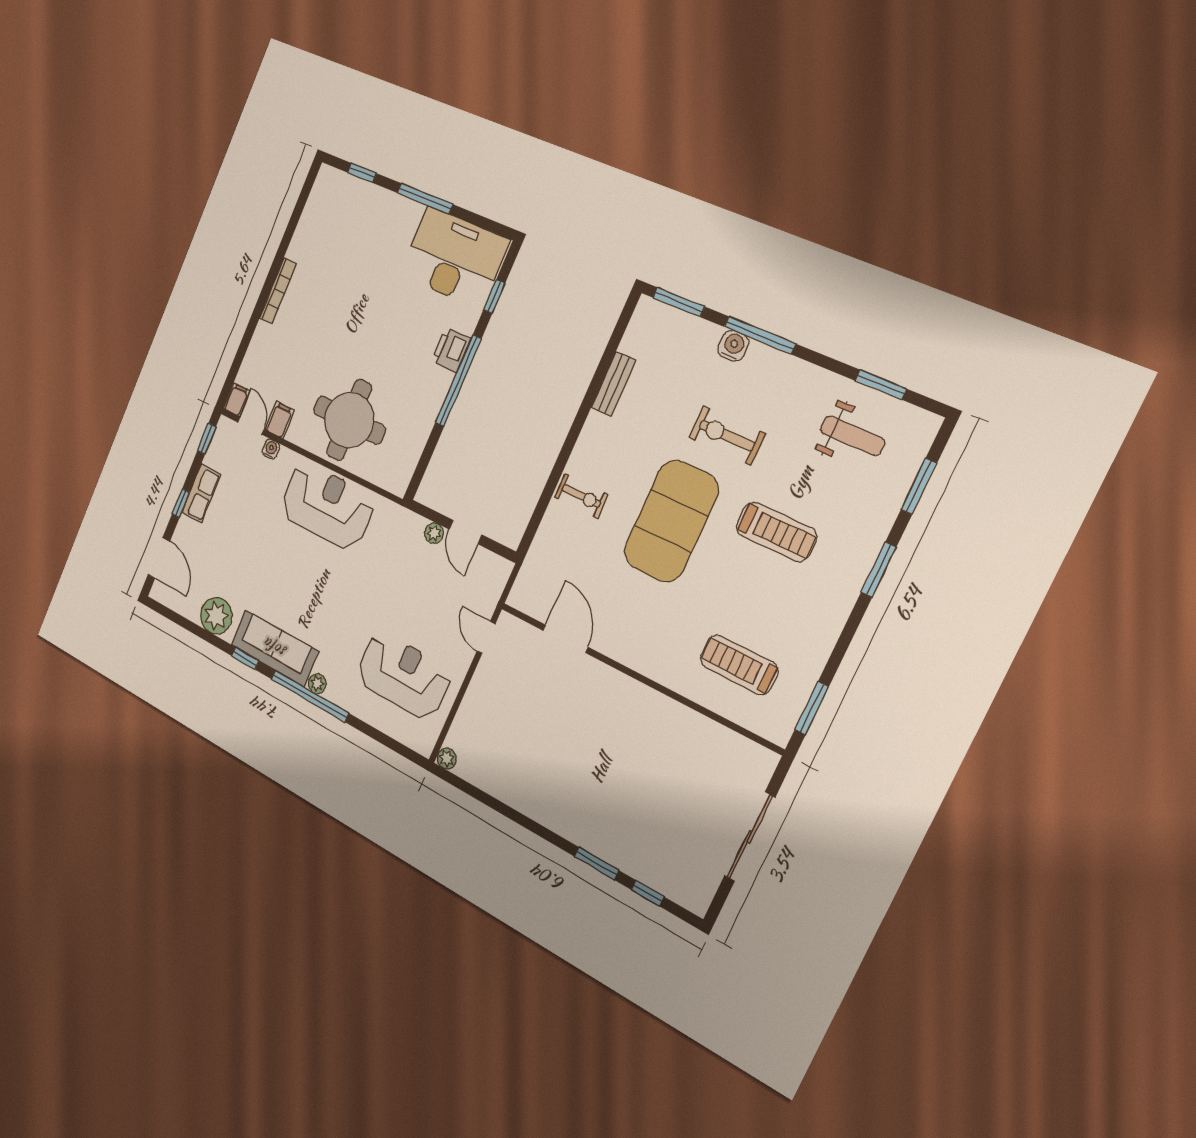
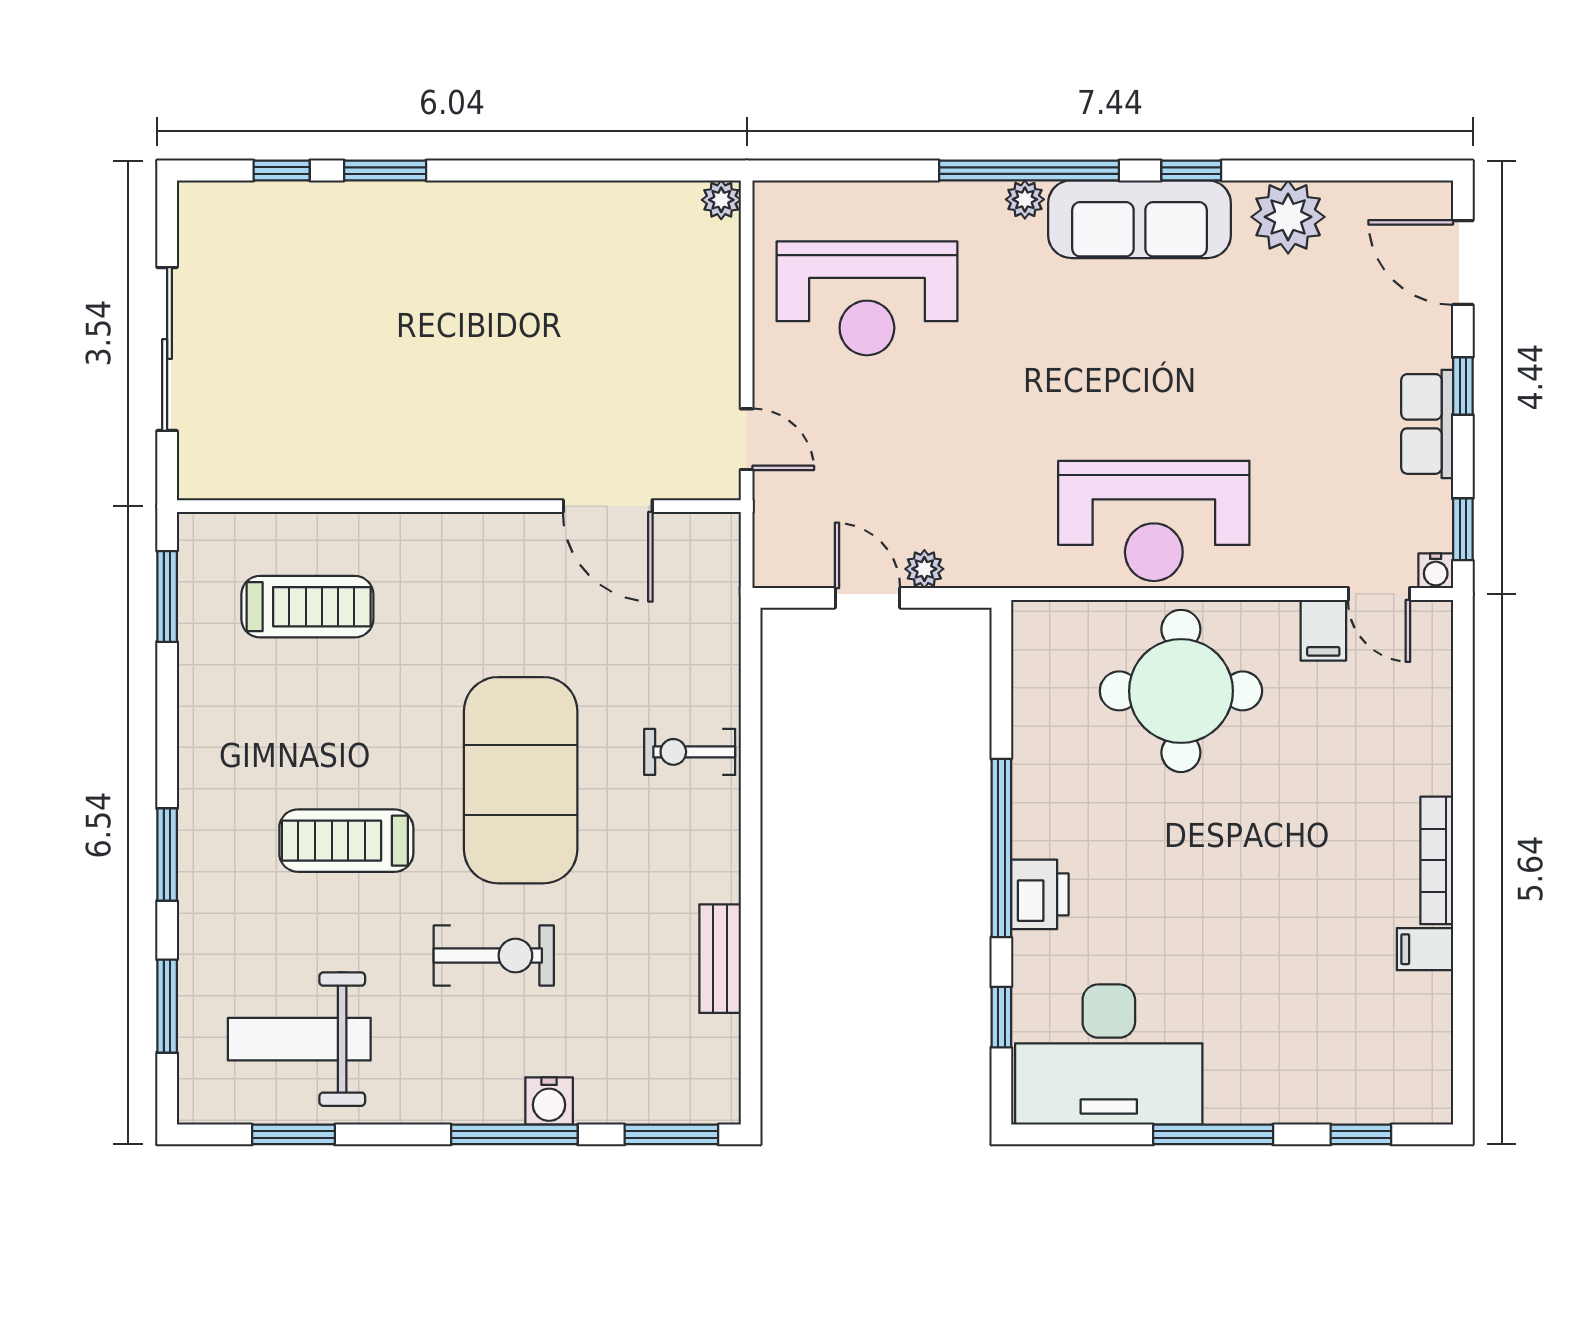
filing cabinet: (237, 400) -> (1425, 949), moved, turned 90
weight bench: (852, 436) -> (299, 1039), width x1.36, depth x1.33
water cooler: (271, 449) -> (1436, 571), moved

